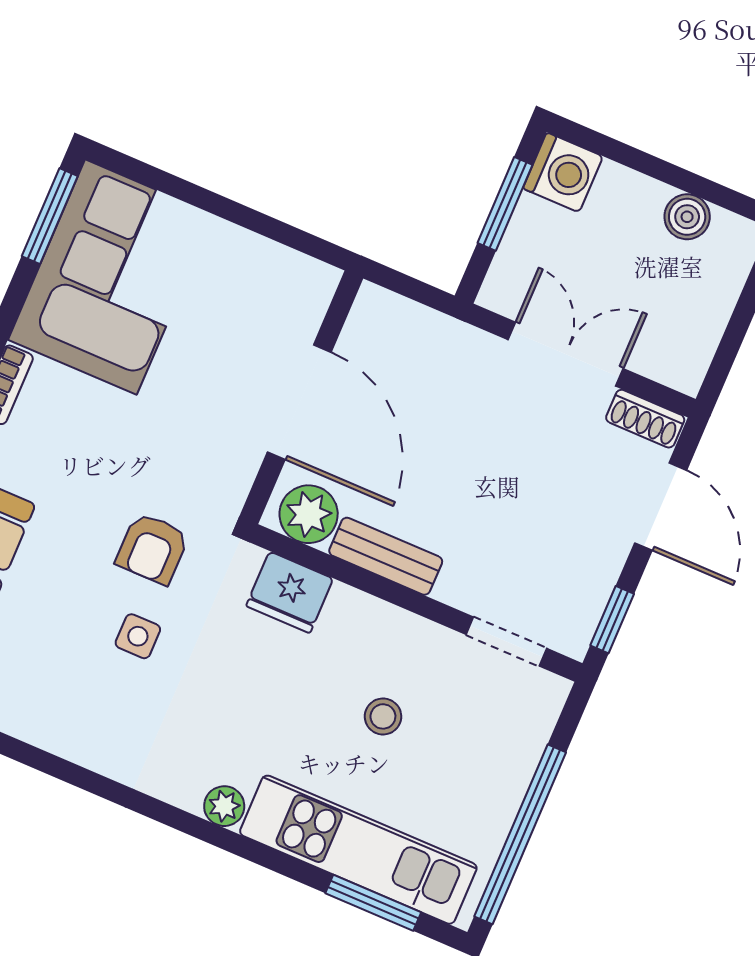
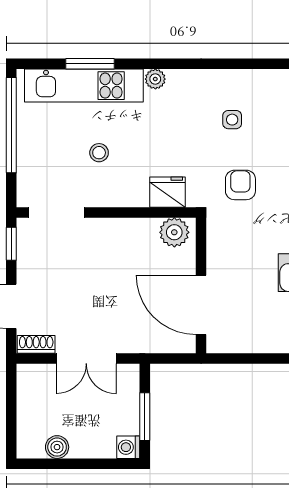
washing machine: (563, 172) -> (128, 447), width x0.73, depth x0.73
door: (299, 402) -> (201, 305), moved
bench: (386, 556) -> (130, 228), removed
side table: (138, 636) -> (232, 120), moved
doorway: (506, 641) -> (56, 212), width x1.38
window: (373, 903) -> (90, 64), moved

